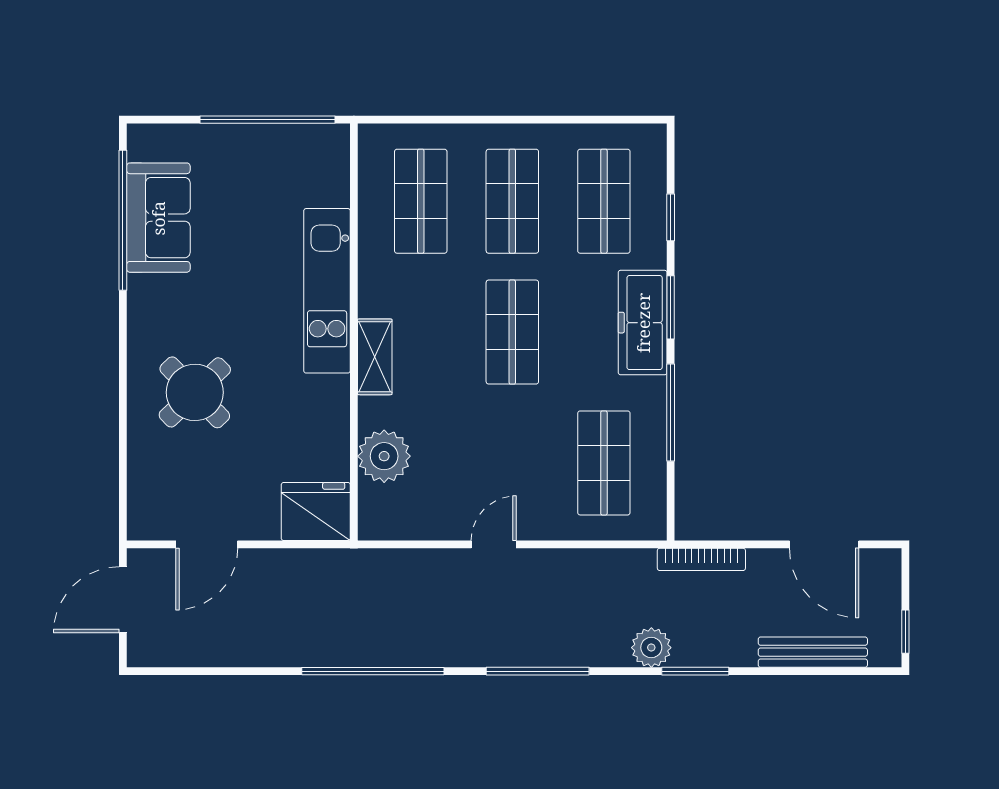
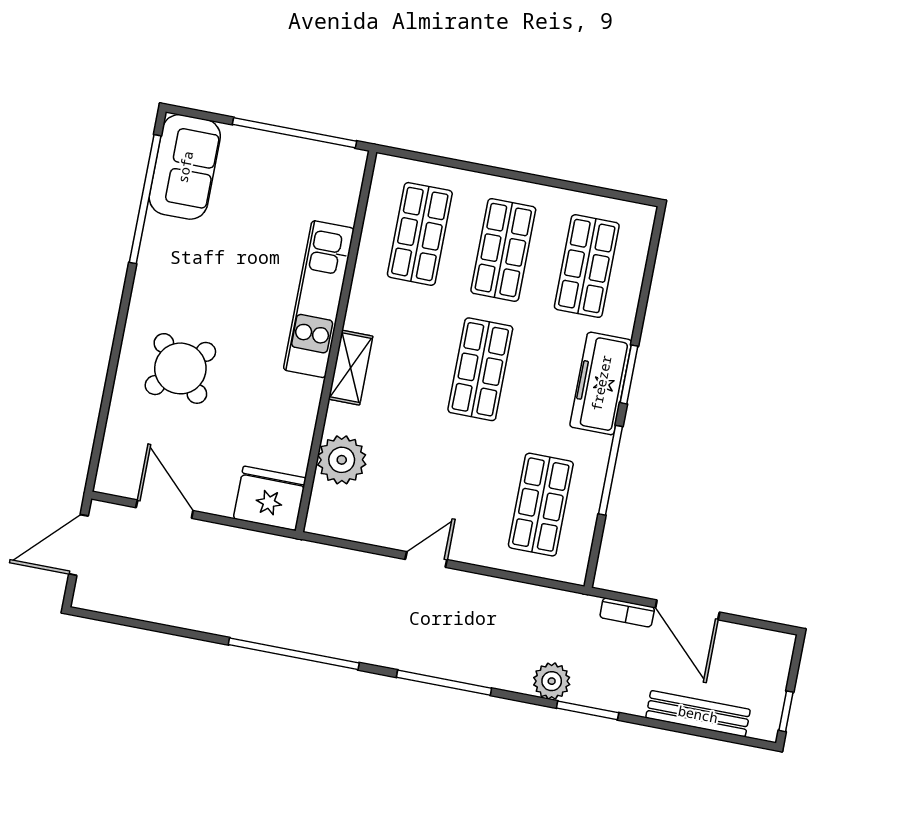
window: (671, 217) -> (645, 292), removed
sofa: (158, 218) -> (185, 167), moved
door: (207, 544) -> (165, 509), swing flipped
door: (824, 544) -> (687, 610), moved
bookcase: (701, 559) -> (627, 612), width x0.64

